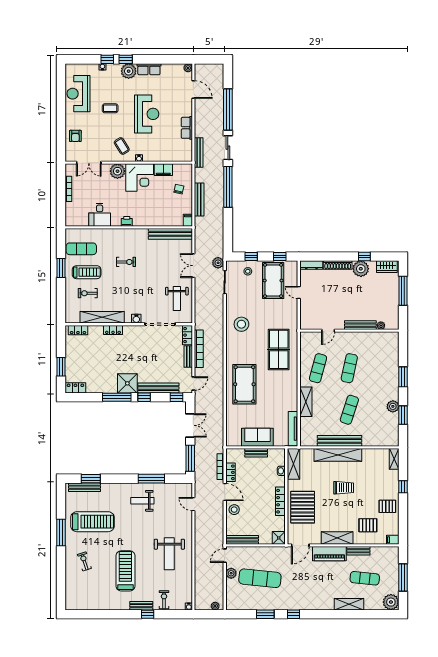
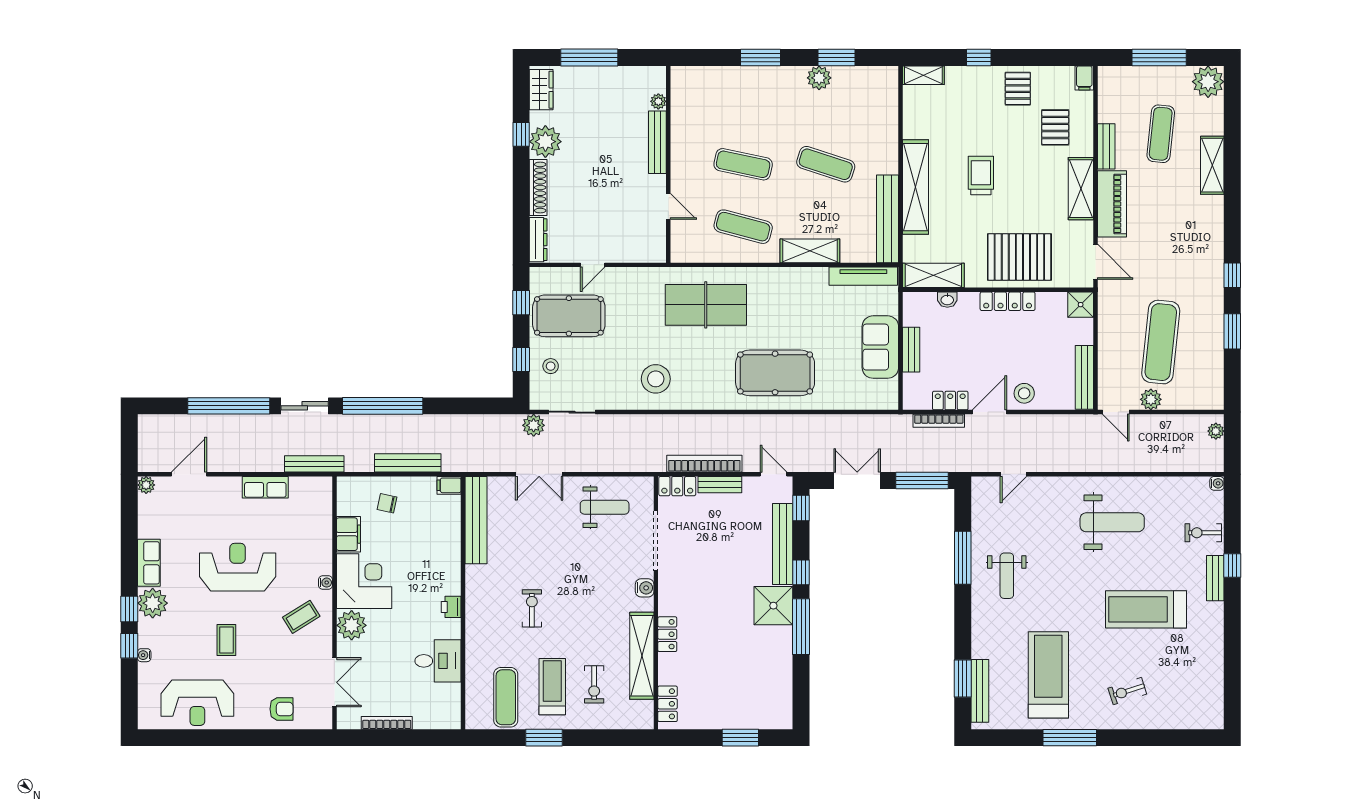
locker: (75, 388) -> (782, 709), removed
bench: (340, 441) -> (888, 219), moved

